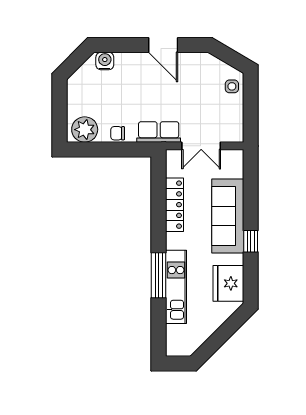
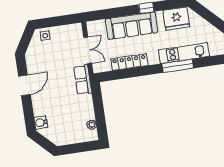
plant: (85, 130) -> (92, 125), width x0.53, depth x0.53
chair: (118, 133) -> (87, 107), removed

